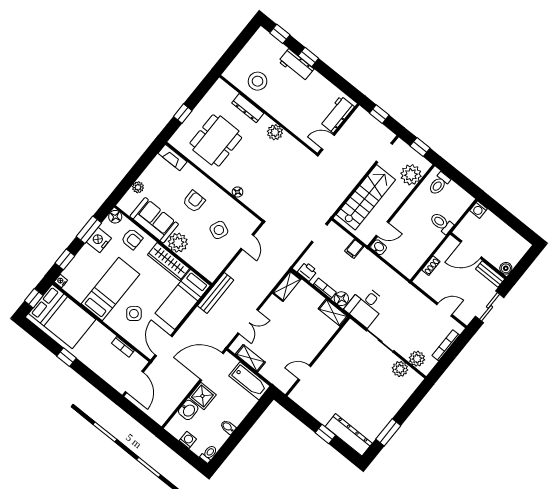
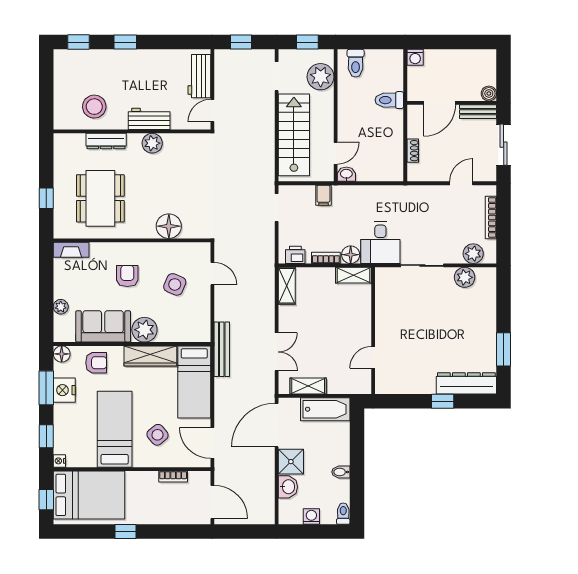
workbench: (296, 65) -> (149, 119), moved, turned 180
floor lamp: (238, 192) -> (169, 226), width x1.89, depth x1.89

